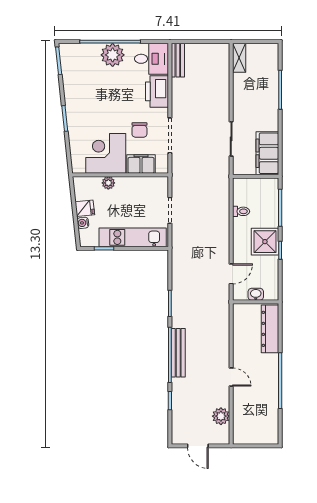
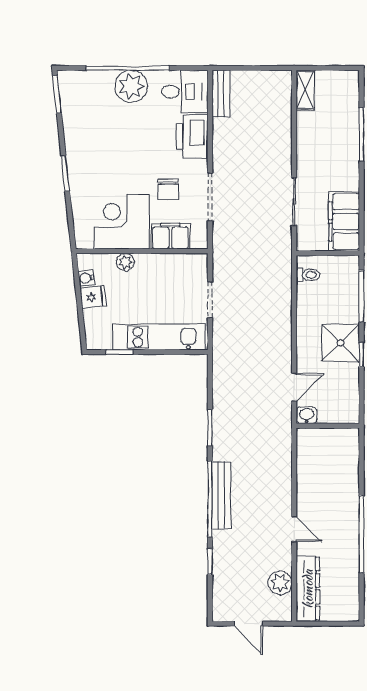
toilet: (241, 211) -> (308, 275), moved
water cooler: (83, 223) -> (86, 278), moved
washbasin: (256, 294) -> (307, 415), moved
dresser: (270, 329) -> (308, 589), moved, turned 180

